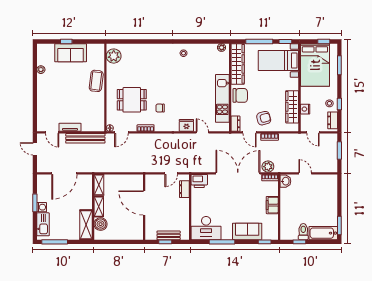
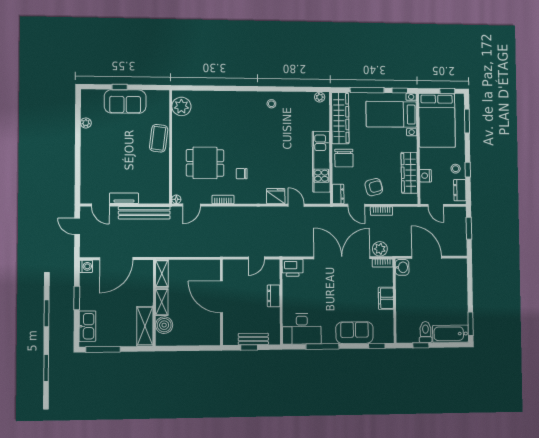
chair: (240, 95) -> (344, 158), turned 90
door: (305, 173) -> (427, 257), width x1.88
dresser: (184, 189) -> (274, 296), moved
washing machine: (42, 207) -> (86, 266), moved

